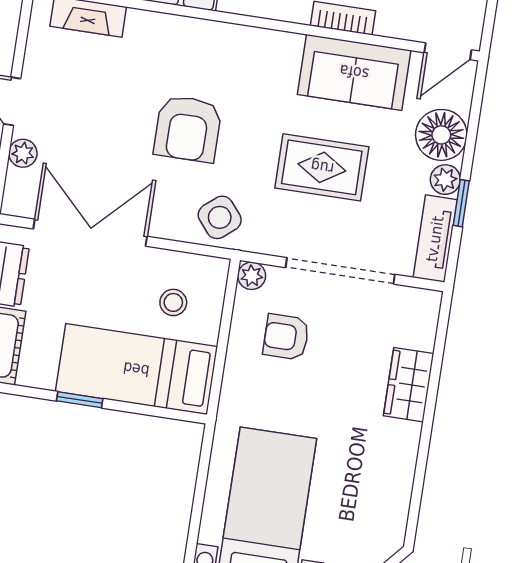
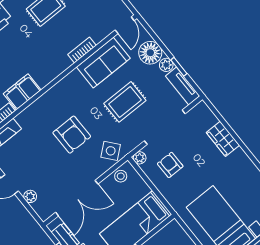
double door: (90, 233) -> (77, 198), swing flipped
stool: (173, 302) -> (121, 176), moved
armchair: (286, 337) -> (170, 165), turned 90

